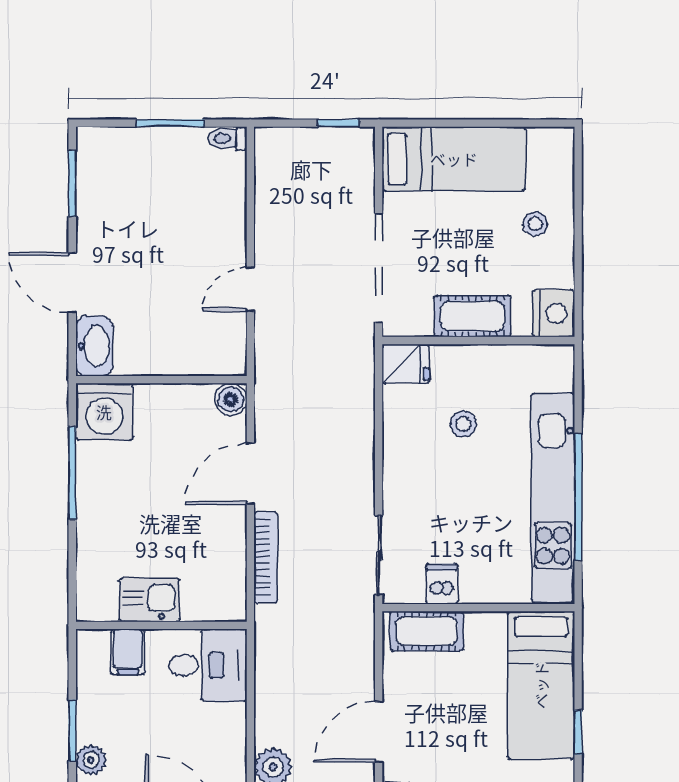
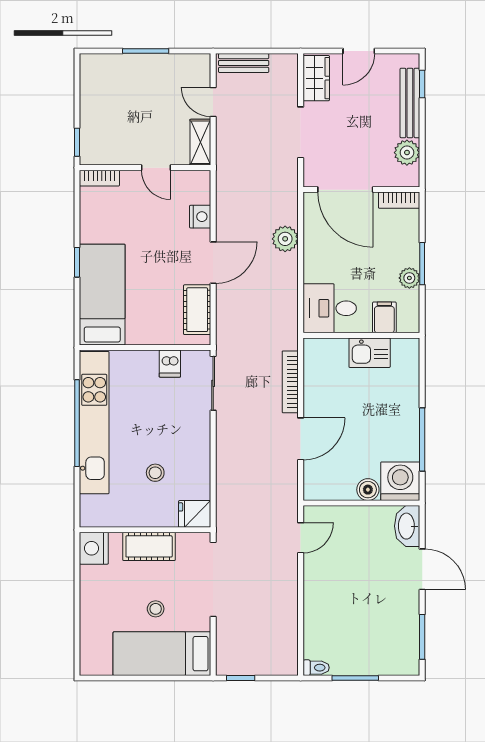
stool: (535, 224) -> (156, 609), moved
door: (250, 289) -> (301, 538), moved
boiler: (231, 399) -> (368, 490), moved
cot: (427, 631) -> (197, 310), moved, turned 90
plant: (91, 760) -> (409, 278), moved

